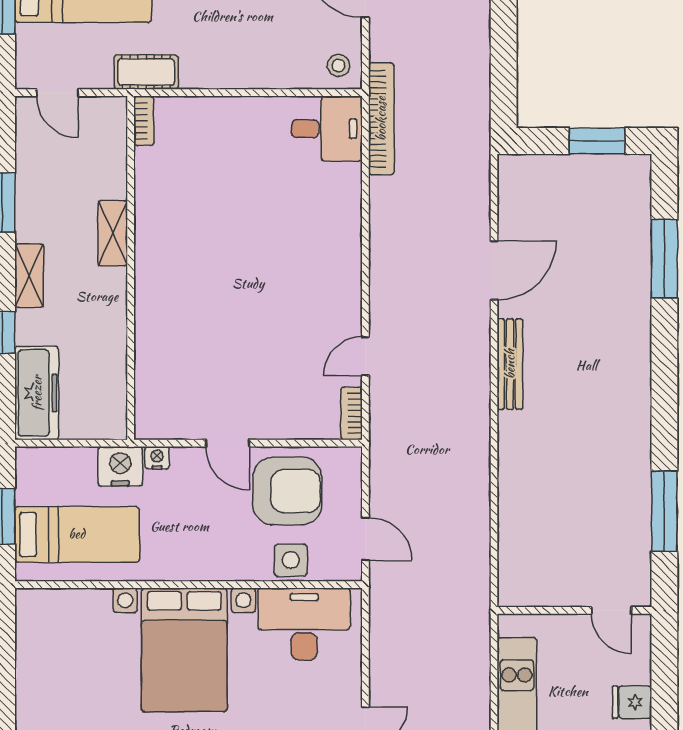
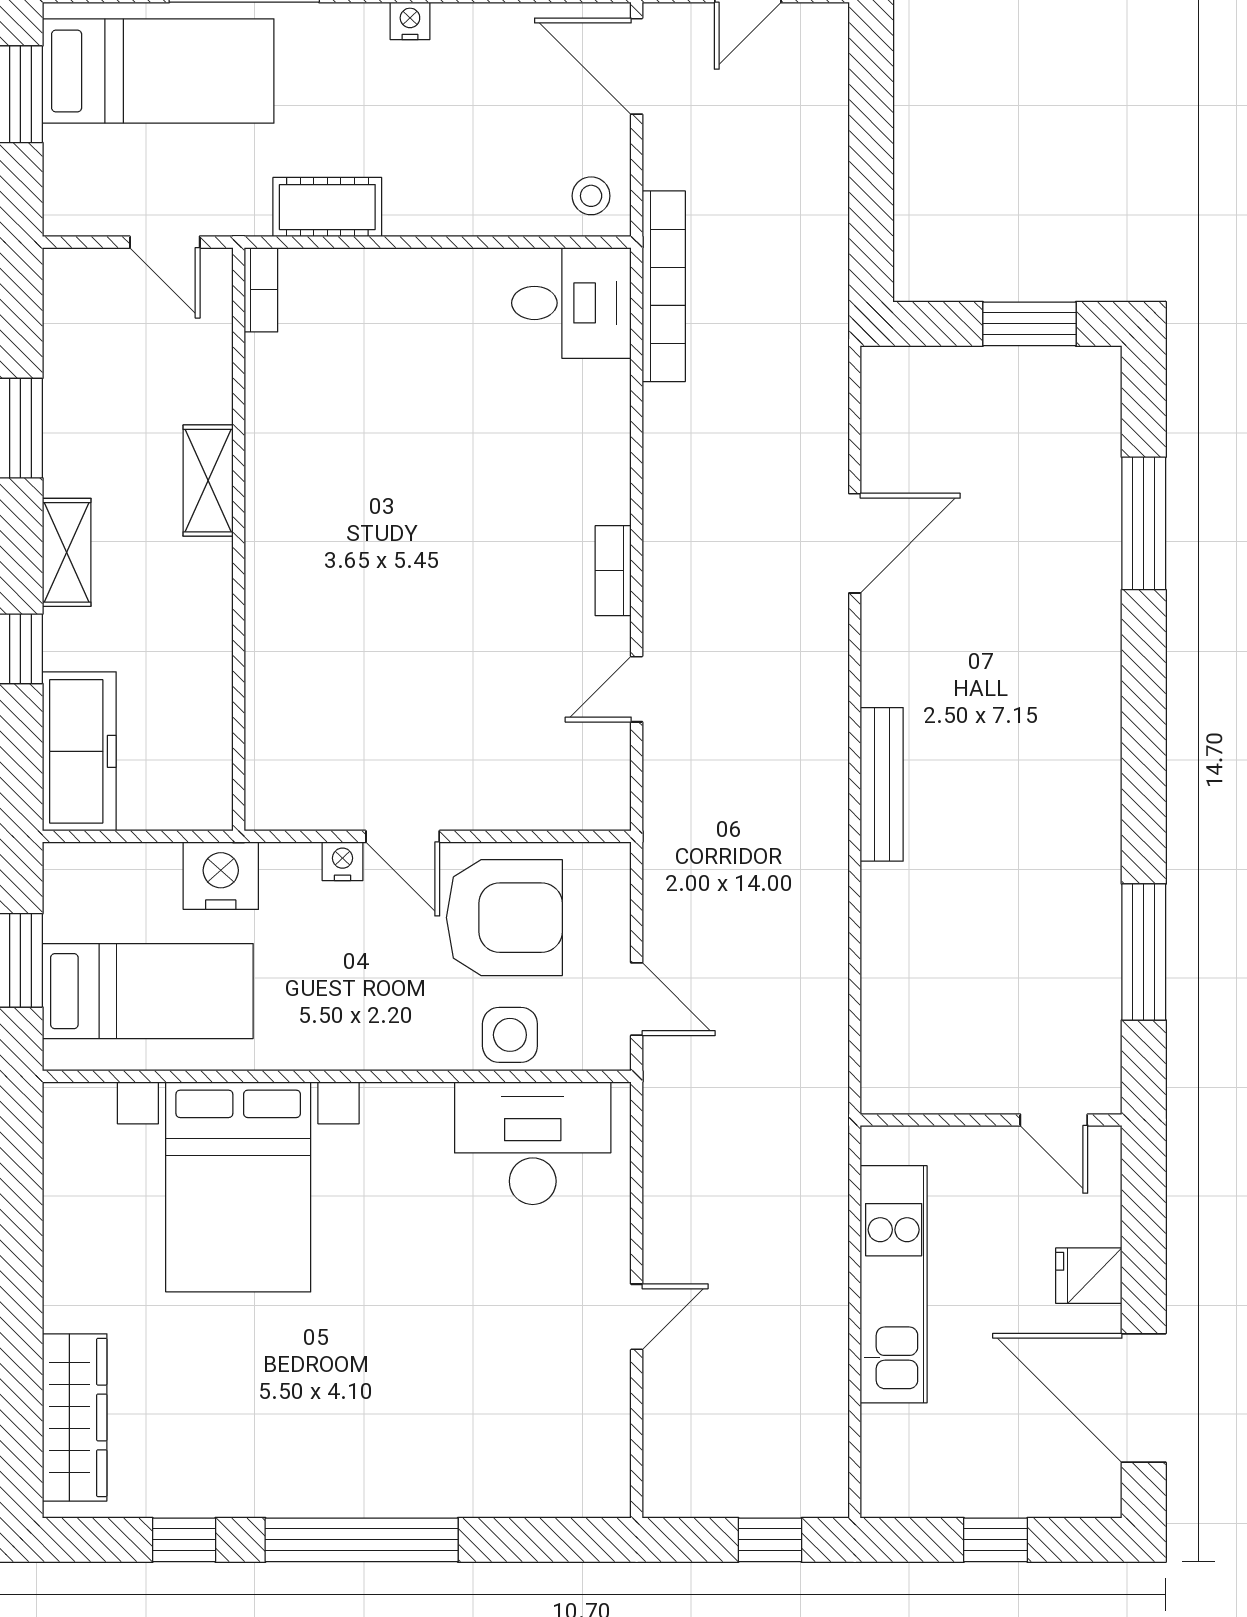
cot: (146, 72) -> (327, 207), moved
door: (57, 93) -> (165, 242), moved
bench: (510, 364) -> (882, 784), moved
bookcase: (352, 413) -> (613, 571), moved
nightstand: (157, 458) -> (342, 861), moved
bed with nightstands: (184, 650) -> (238, 1187), moved

